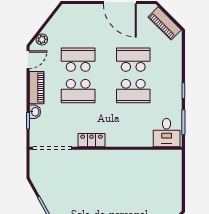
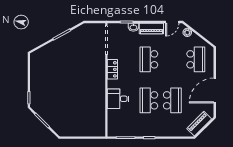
door: (28, 60) -> (172, 22), hinge flipped
school desk: (78, 60) -> (196, 59), moved
desk: (167, 133) -> (118, 99), moved

